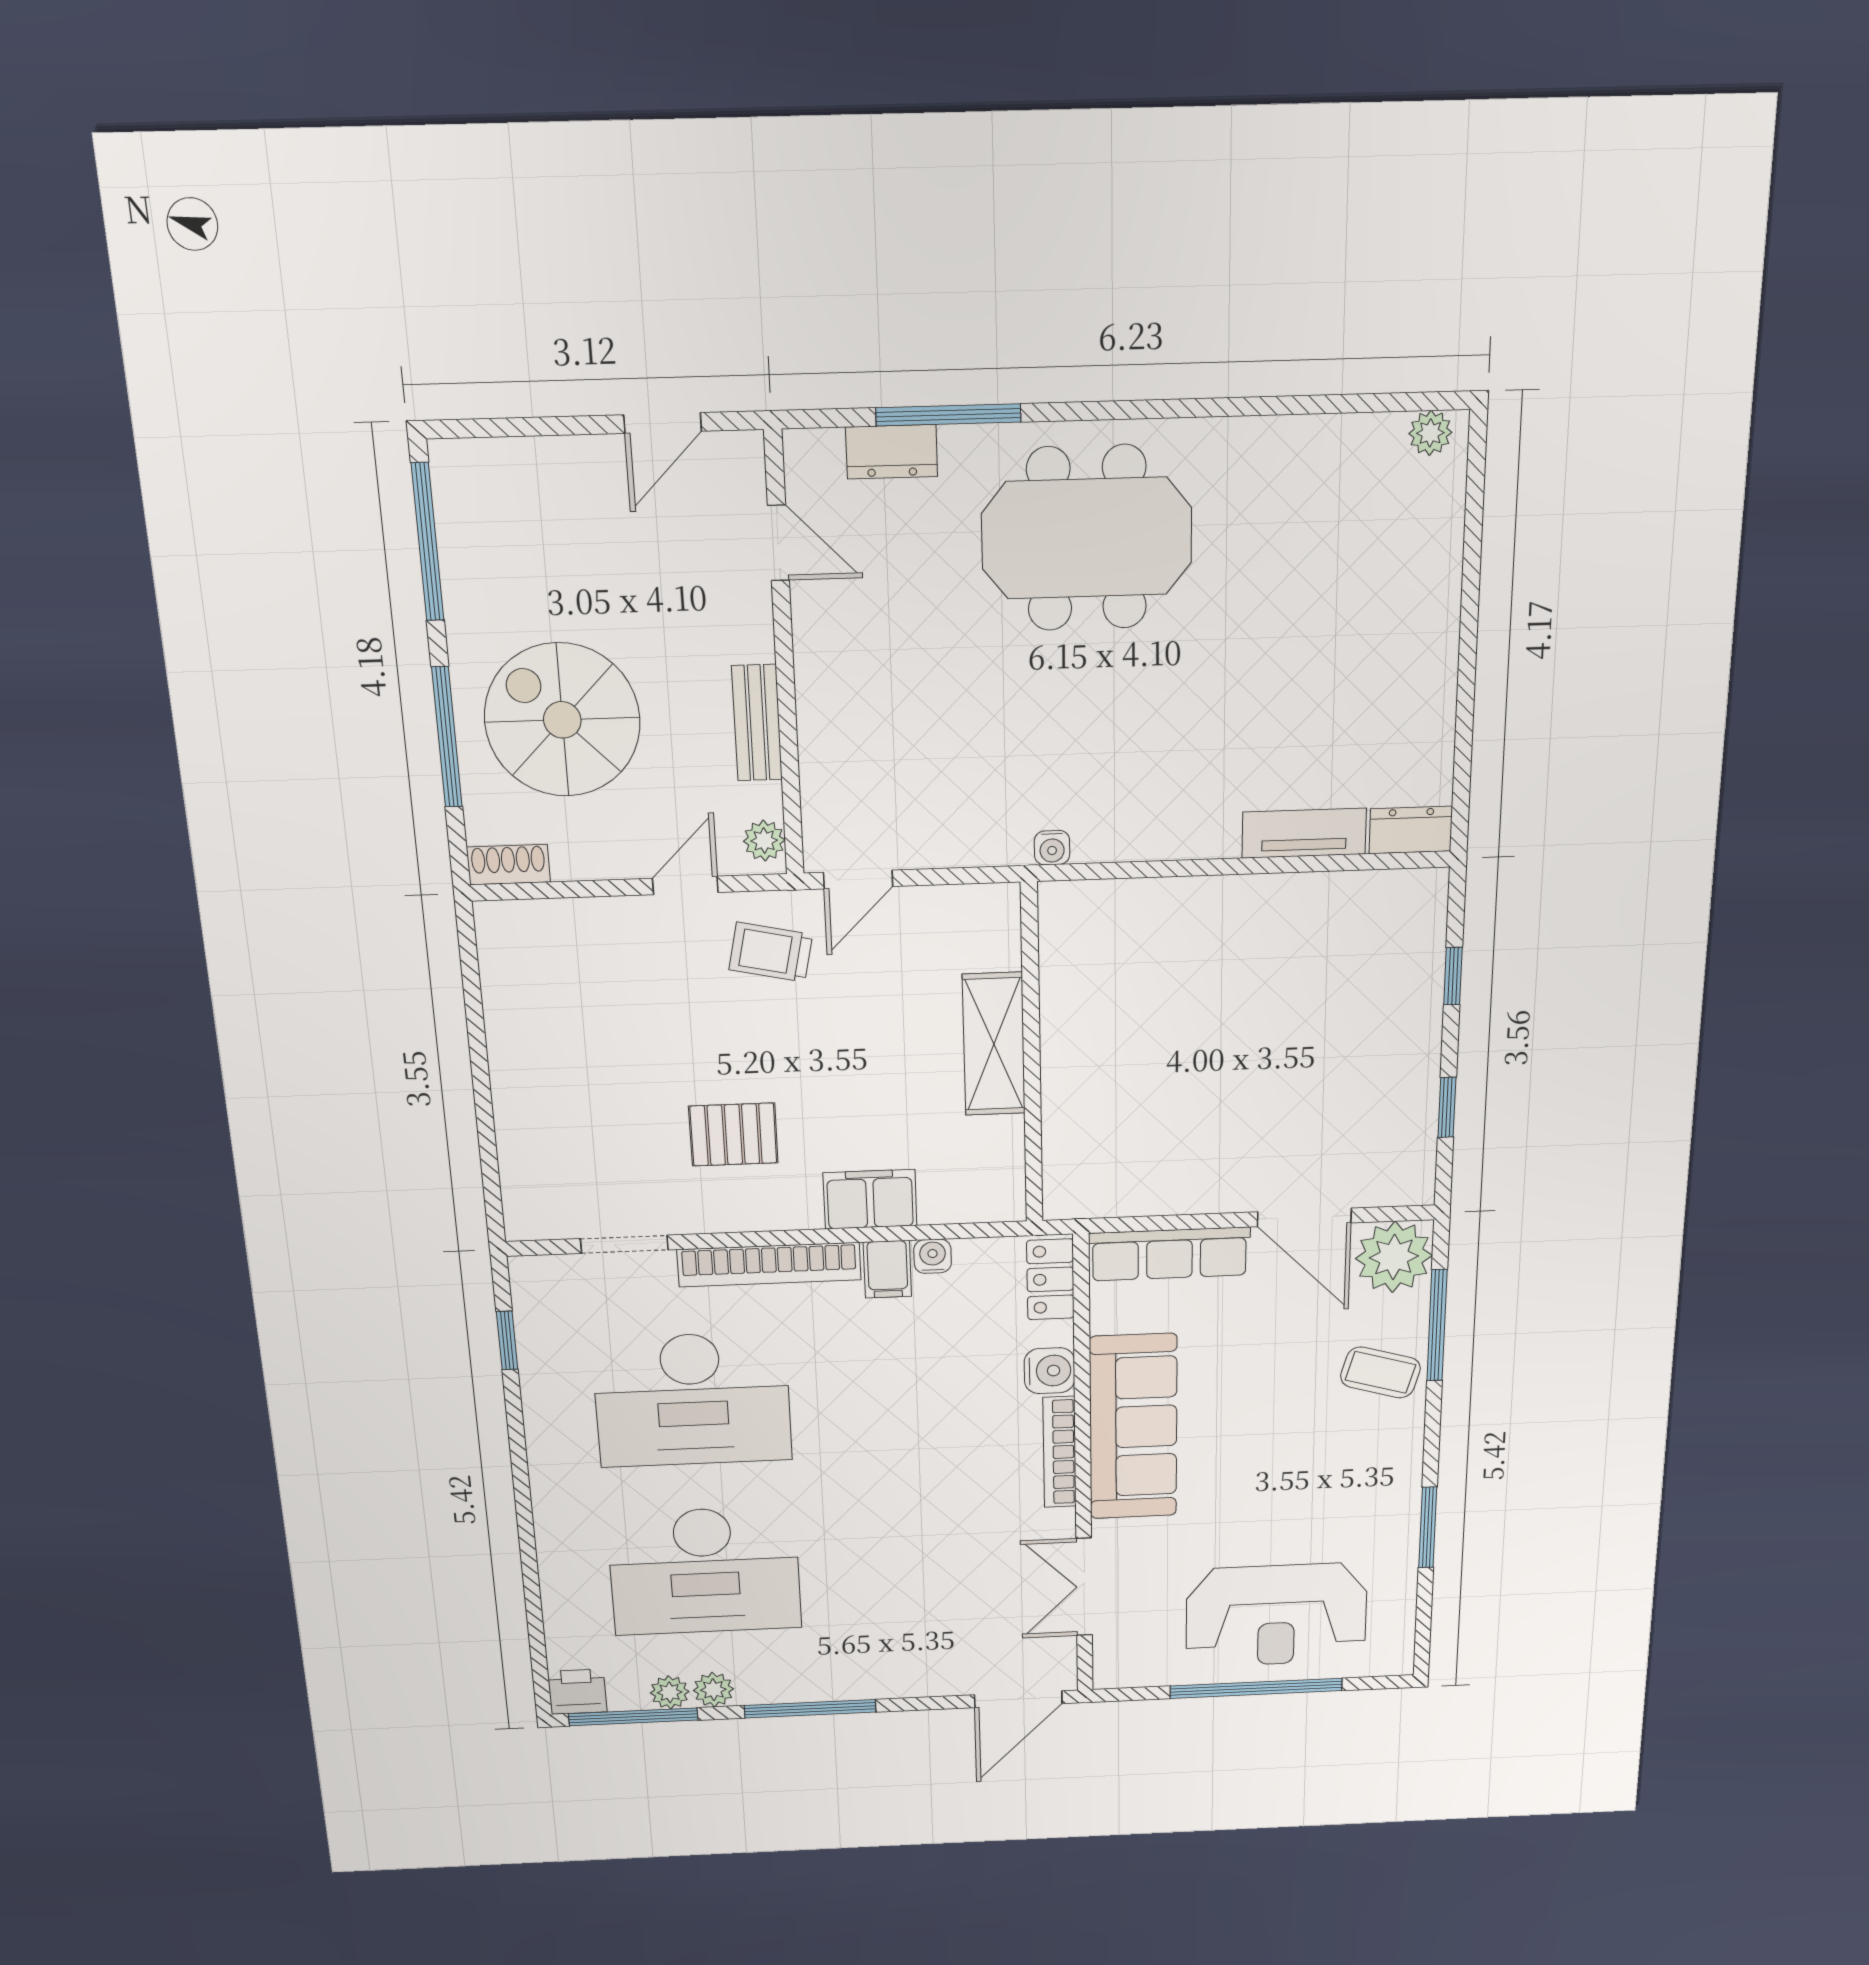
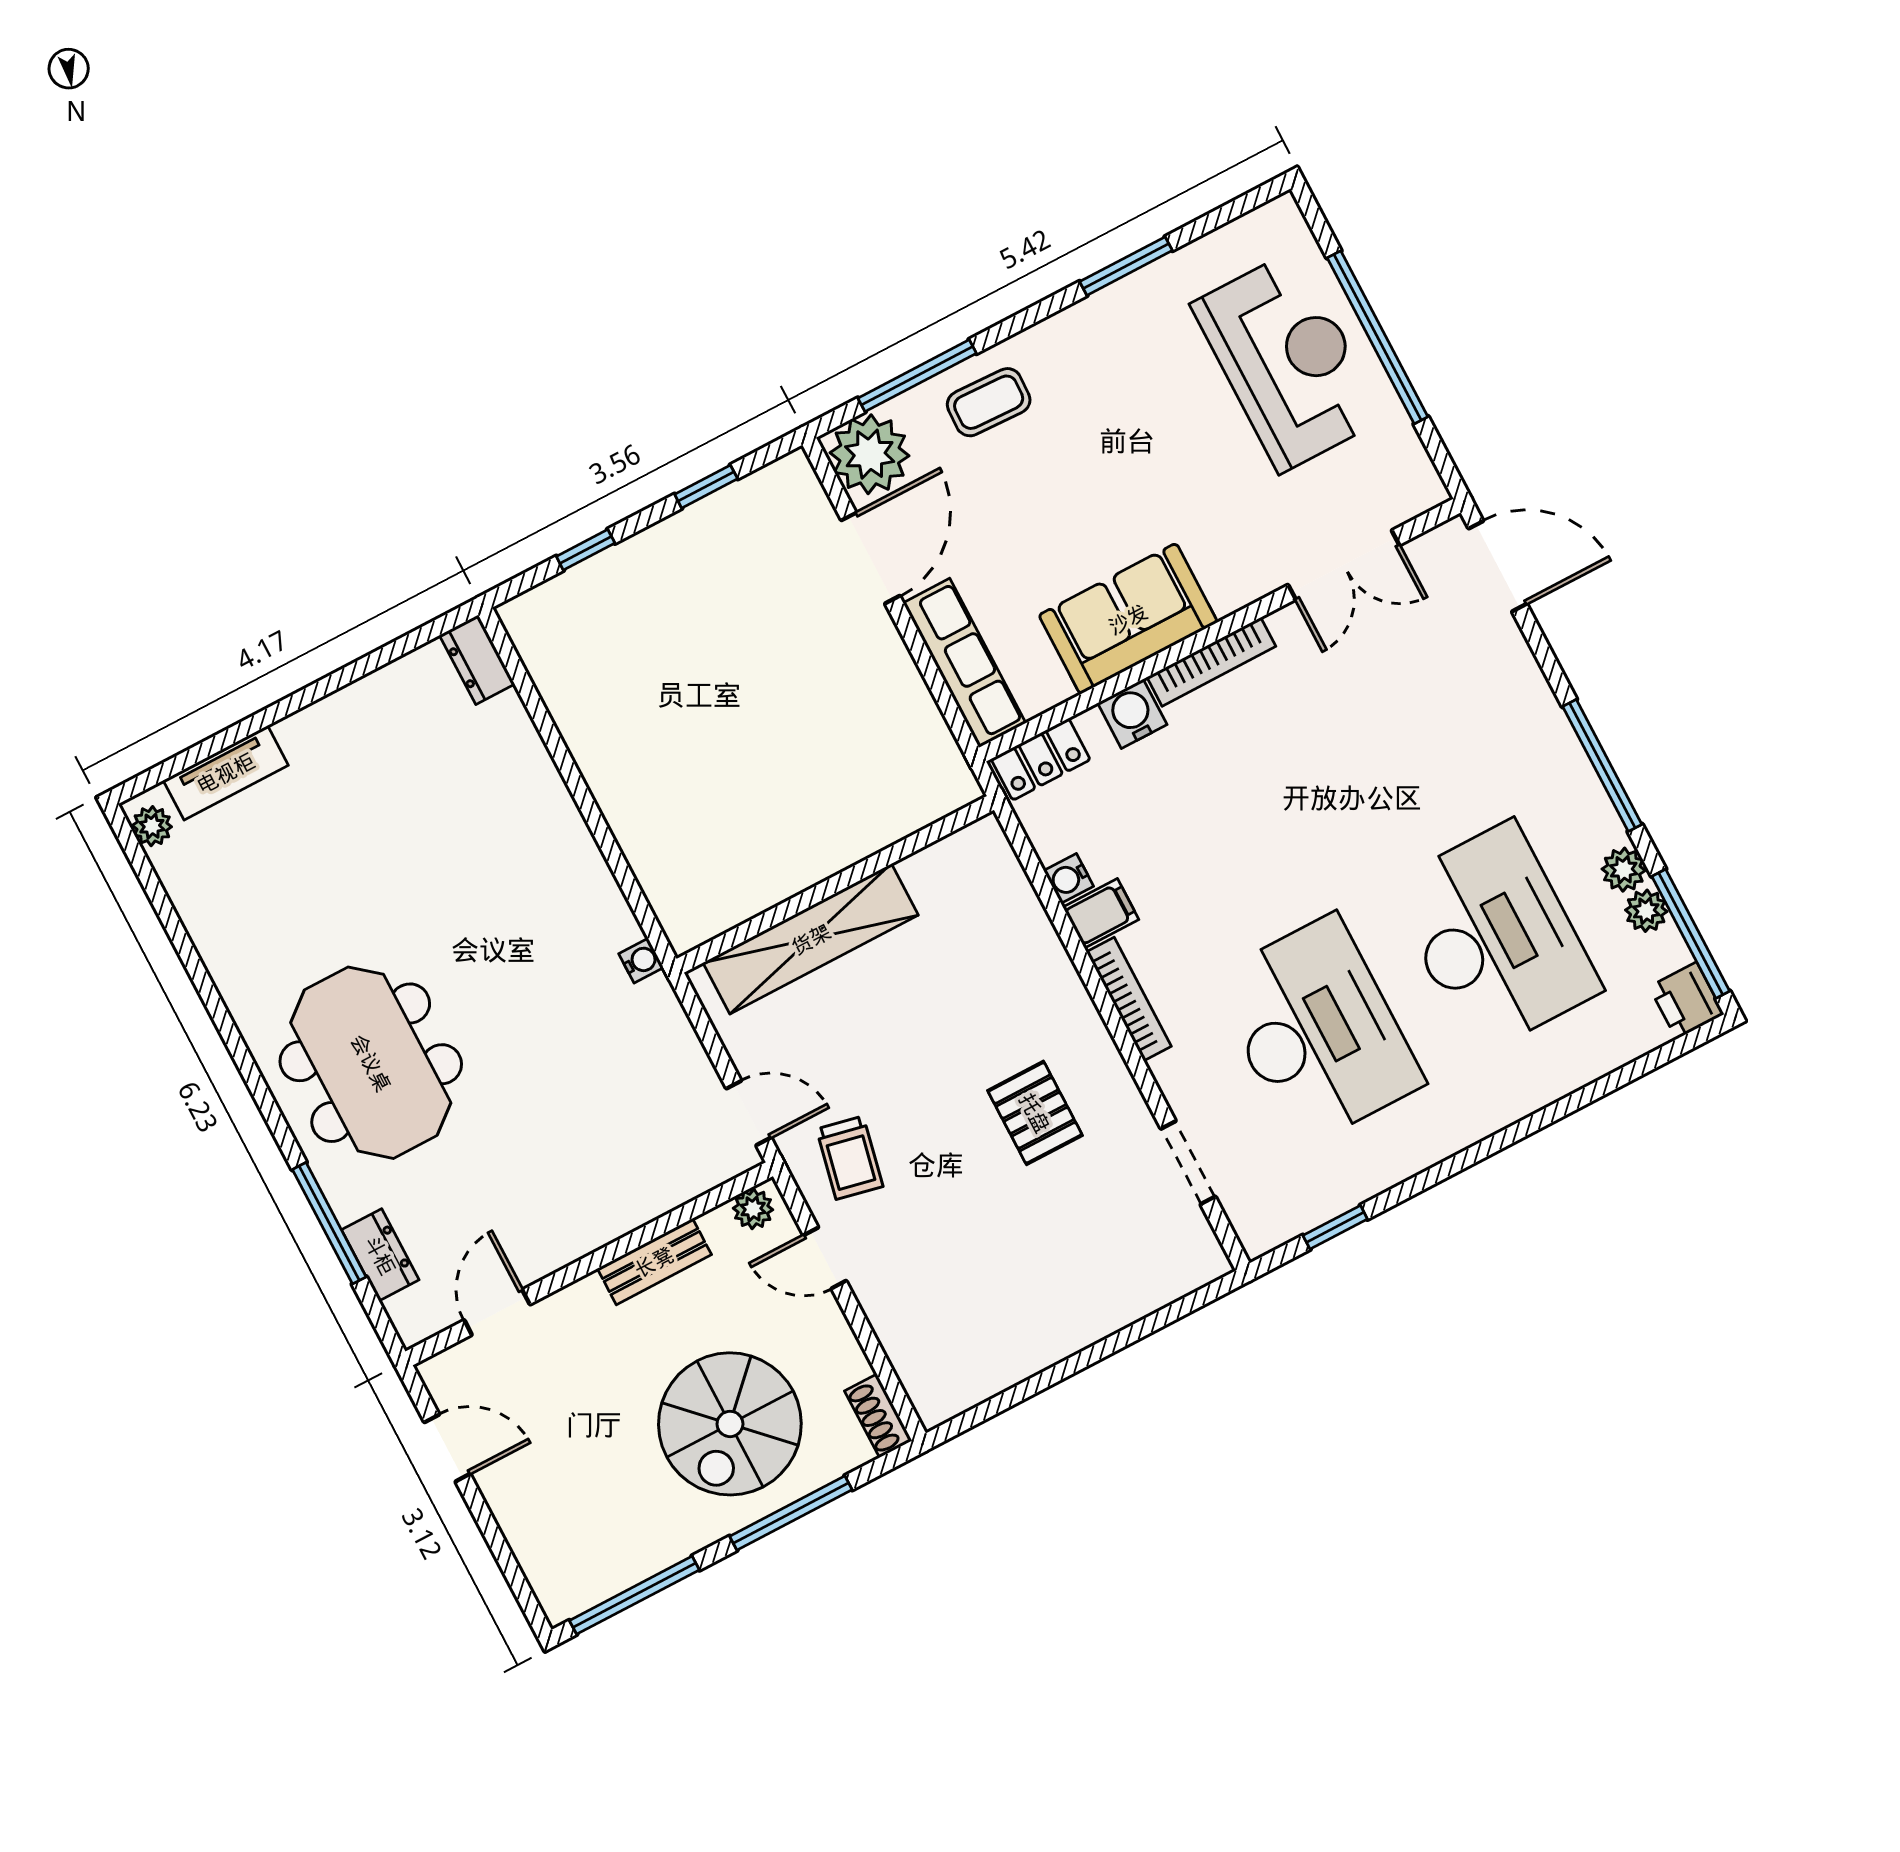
tv unit: (1304, 833) -> (226, 773), moved, turned -90
shelving: (994, 1044) -> (811, 939), width x1.47
filing cabinet: (870, 1199) -> (1040, 962), removed
bookcase: (769, 1265) -> (1129, 999), width x0.68, depth x0.76
coffee table: (1380, 1372) -> (989, 402), turned 76
sofa: (1133, 1427) -> (1128, 619), width x0.73

